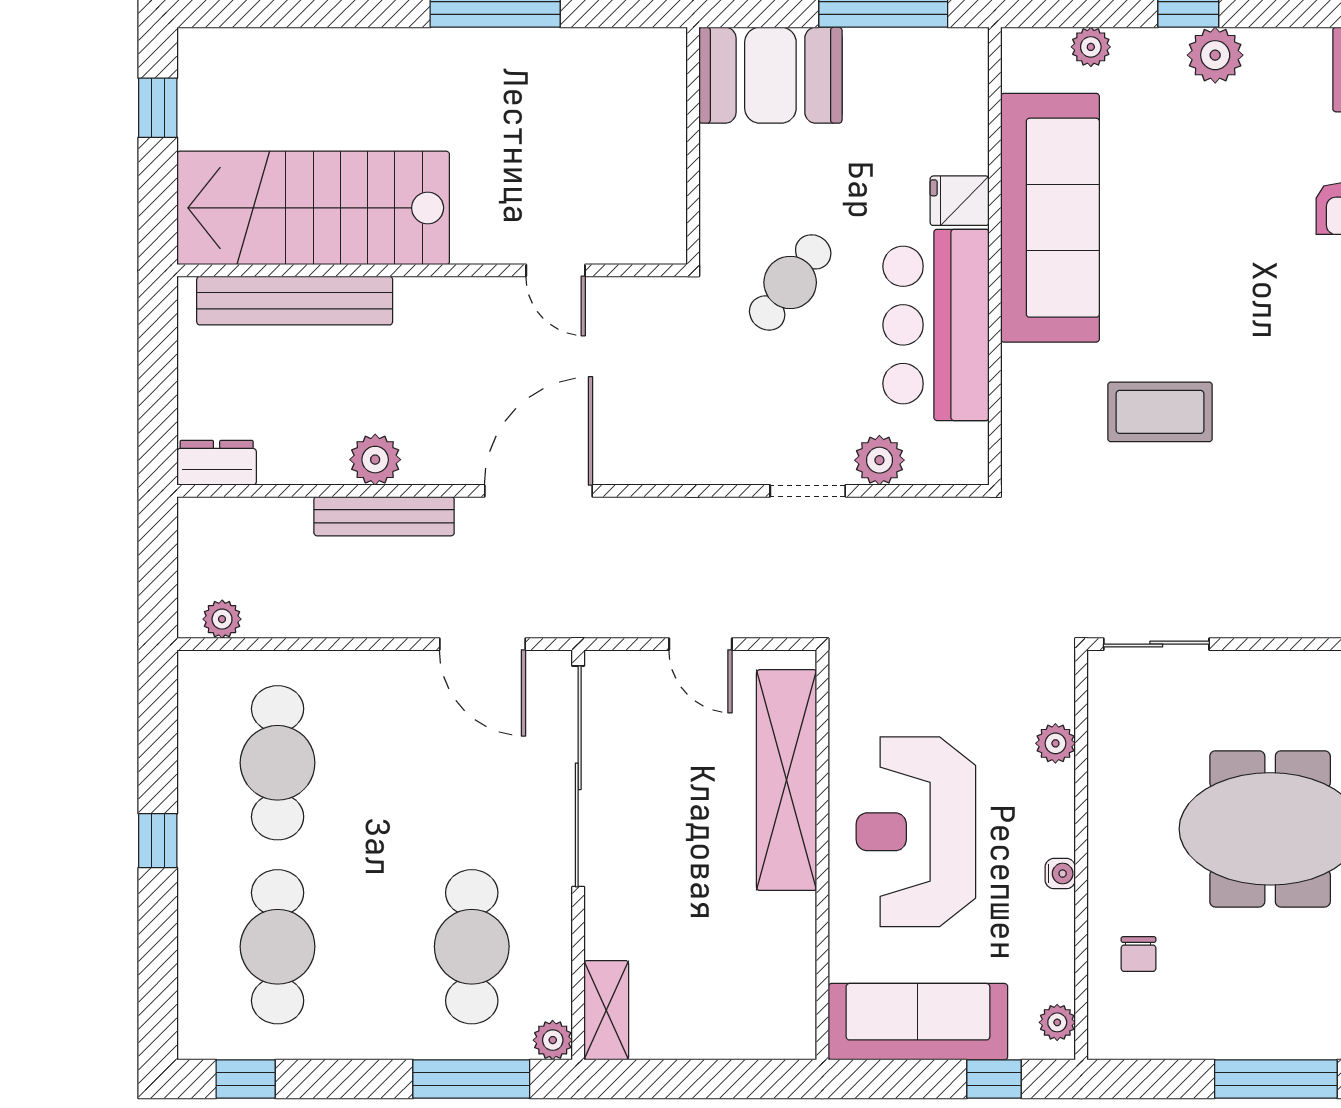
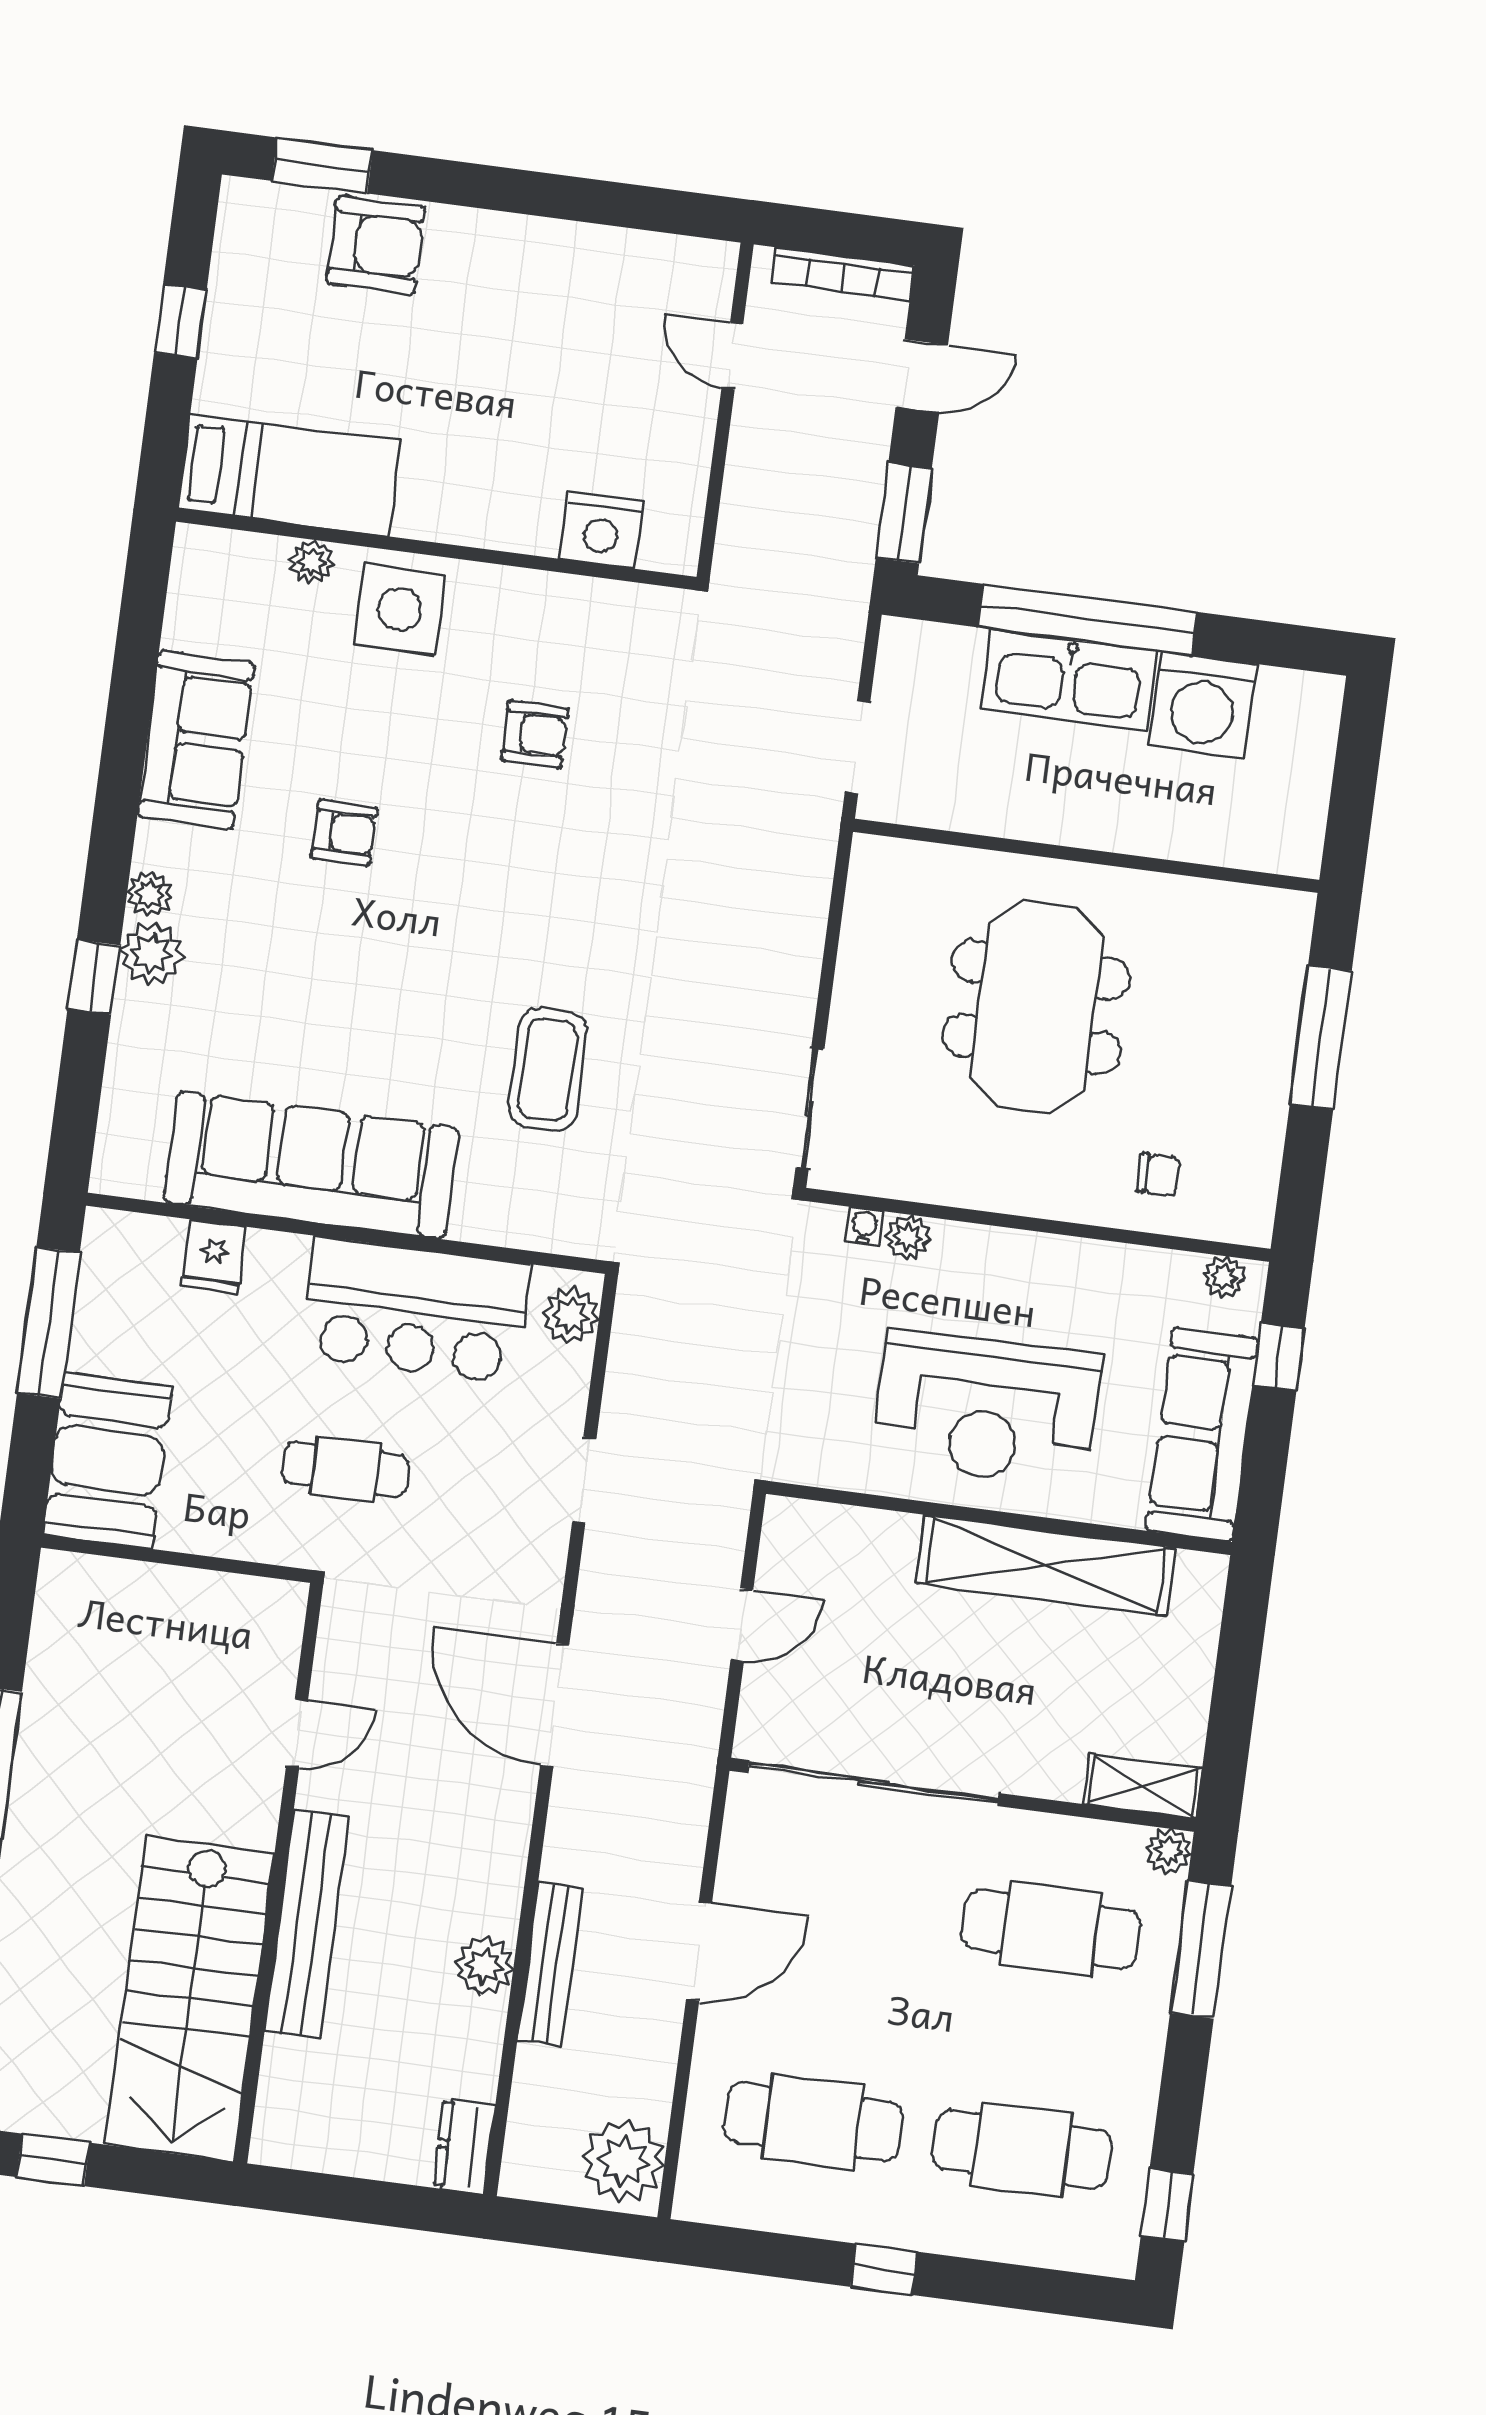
plant: (1091, 47) -> (150, 894), moved
fridge: (960, 201) -> (214, 1257), moved
cafe table: (790, 282) -> (346, 1469), turned -37
bench: (295, 301) -> (307, 1924), moved
plant: (879, 460) -> (571, 1315), moved
door: (538, 491) -> (555, 1705), moved
plant: (222, 619) -> (623, 2161), width x1.88, depth x1.88
door: (483, 644) -> (699, 1951), moved
shelving: (787, 780) -> (1046, 1565), moved
water cooler: (1060, 874) -> (864, 1226), moved

